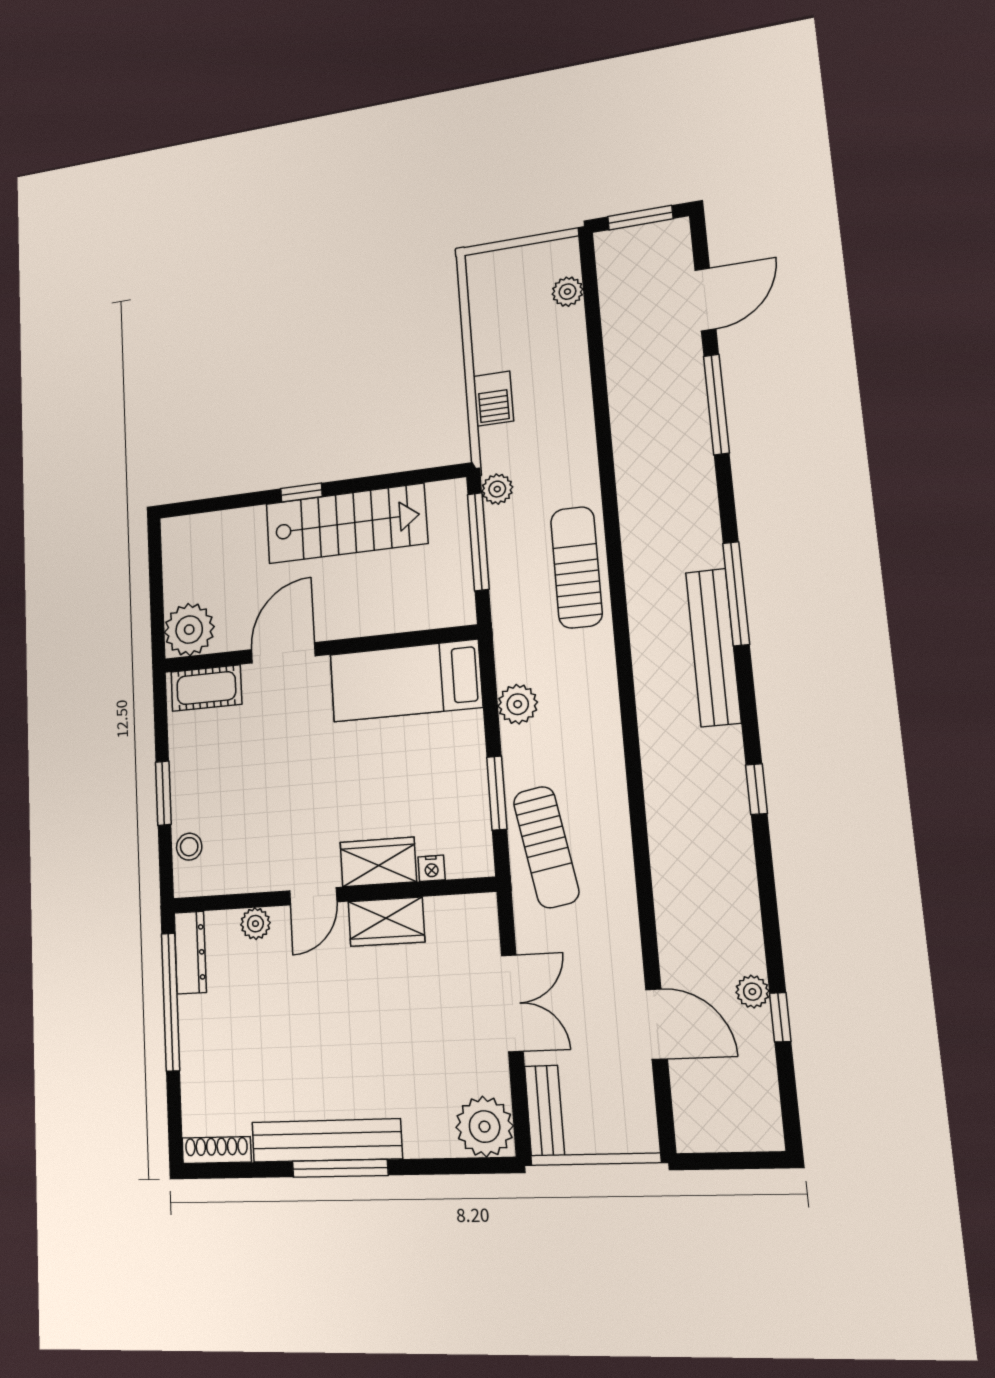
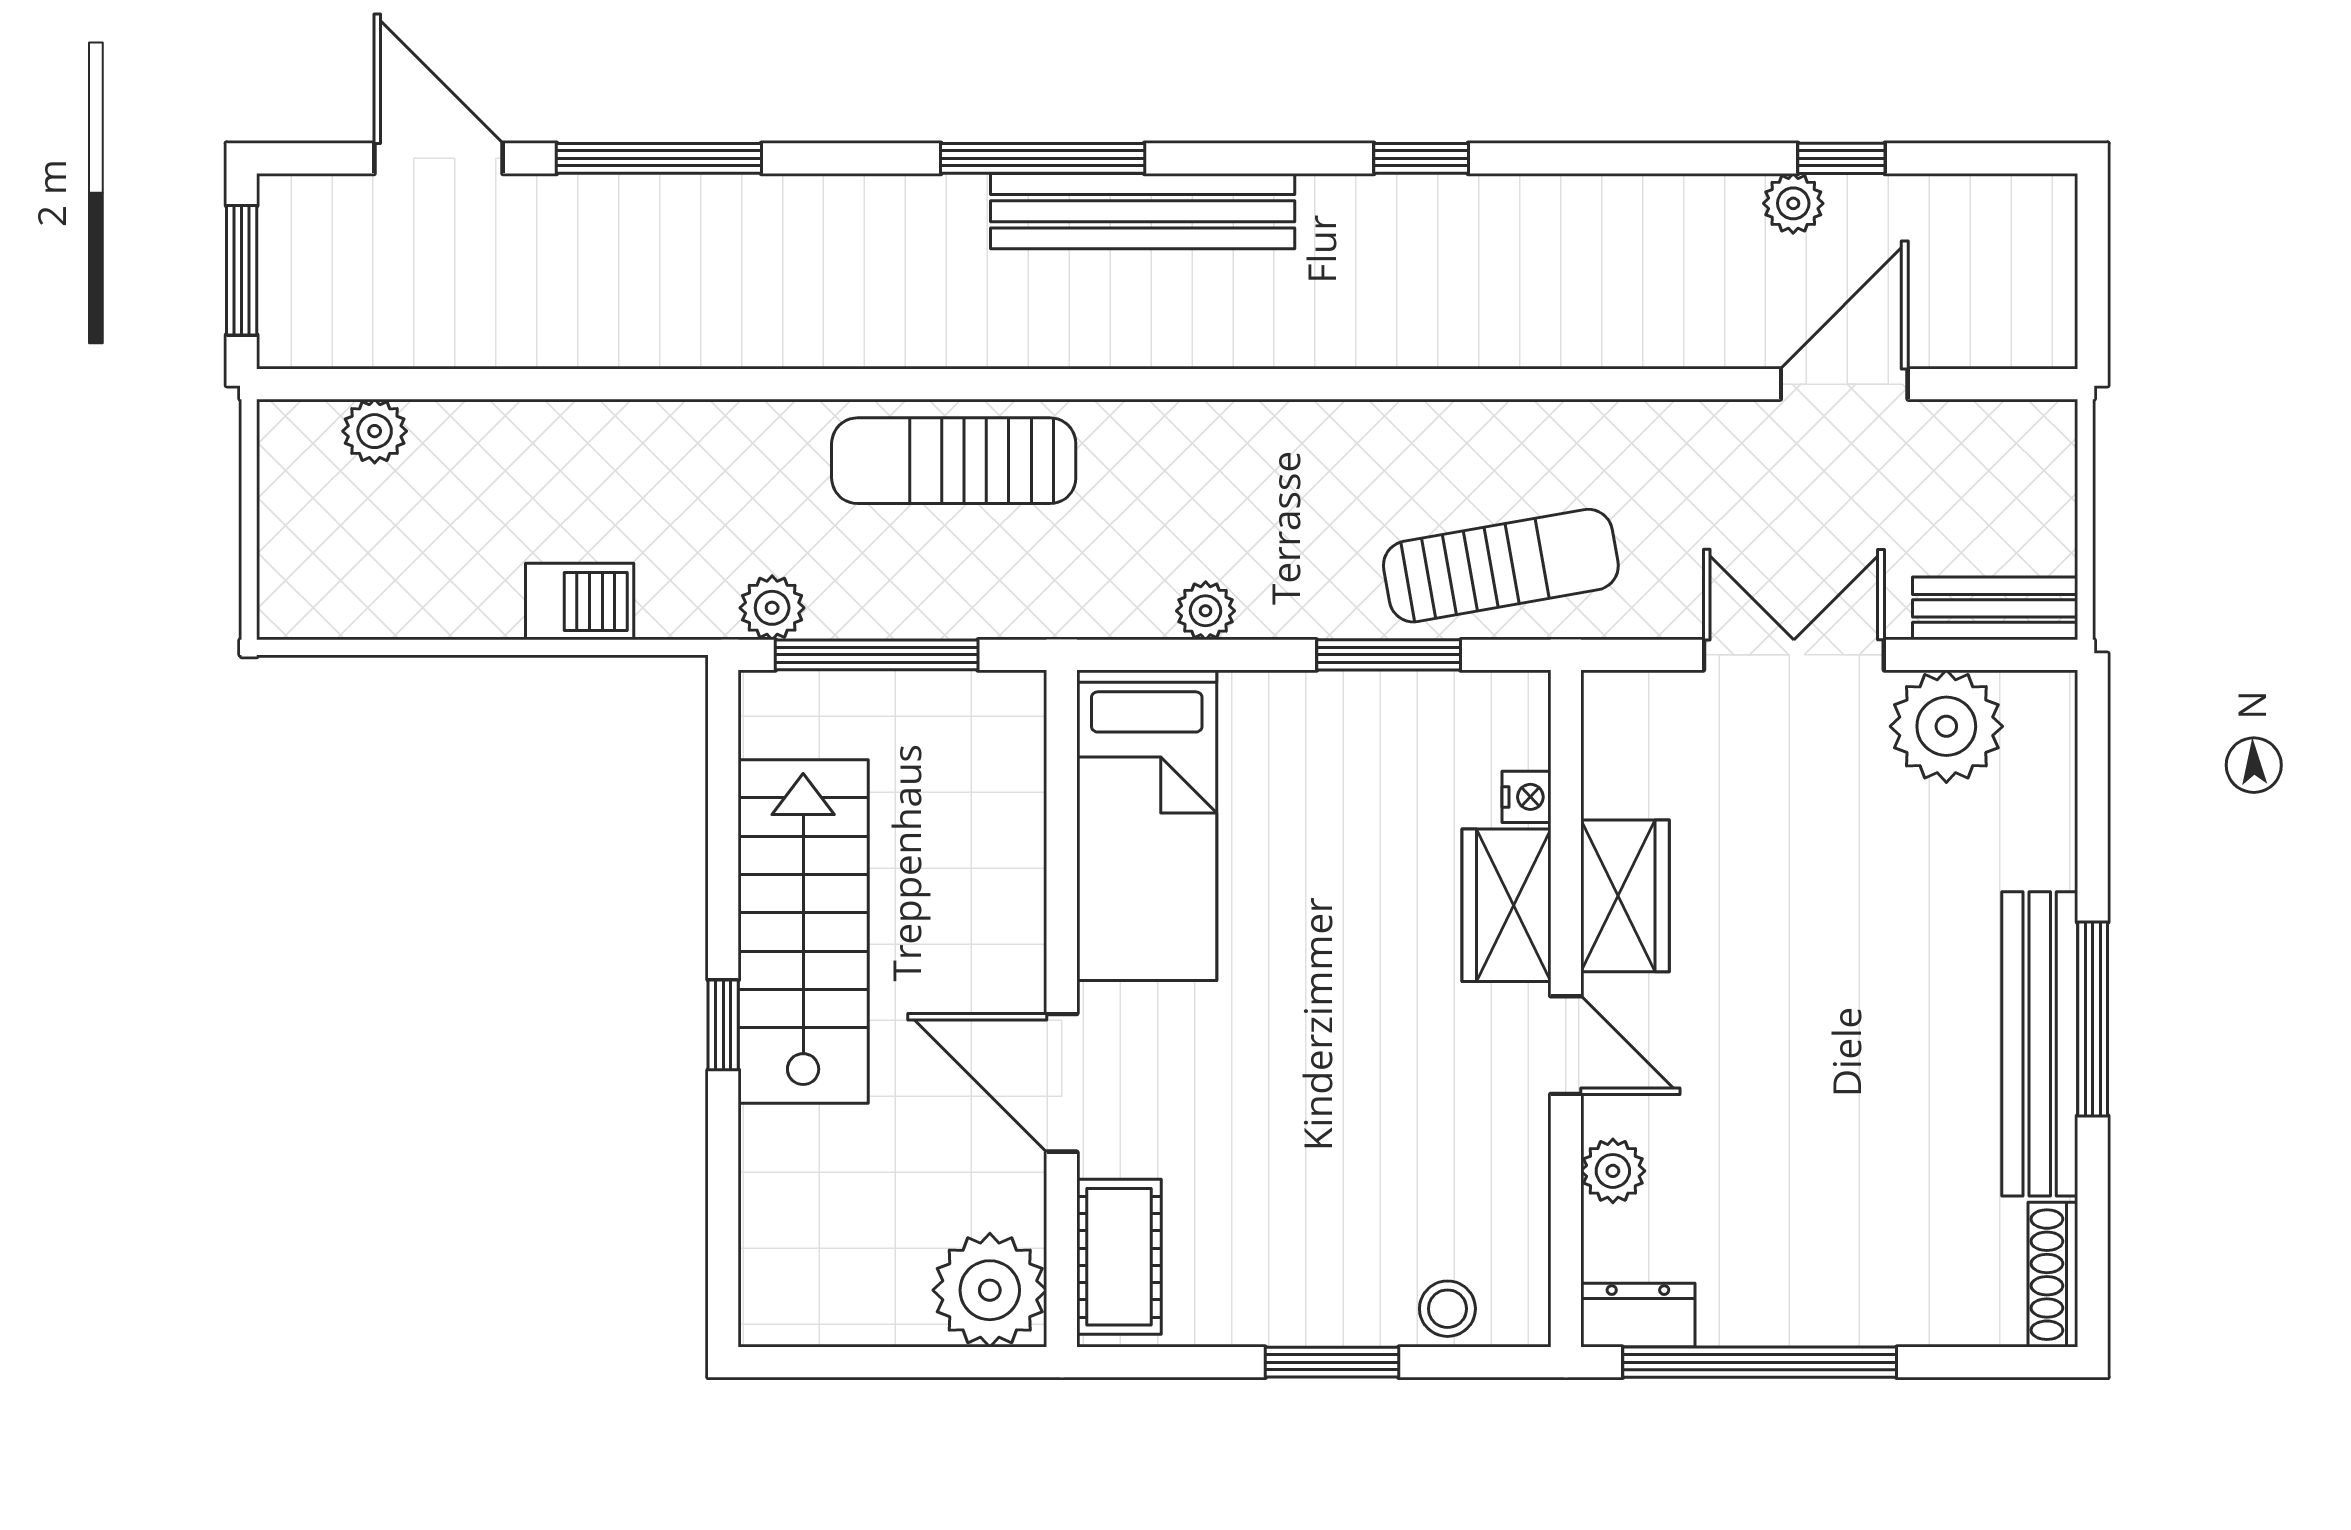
plant: (518, 704) -> (1206, 611), width x0.73, depth x0.73
dresser: (190, 952) -> (1638, 1315), width x0.70
plant: (484, 1127) -> (1946, 726), moved

